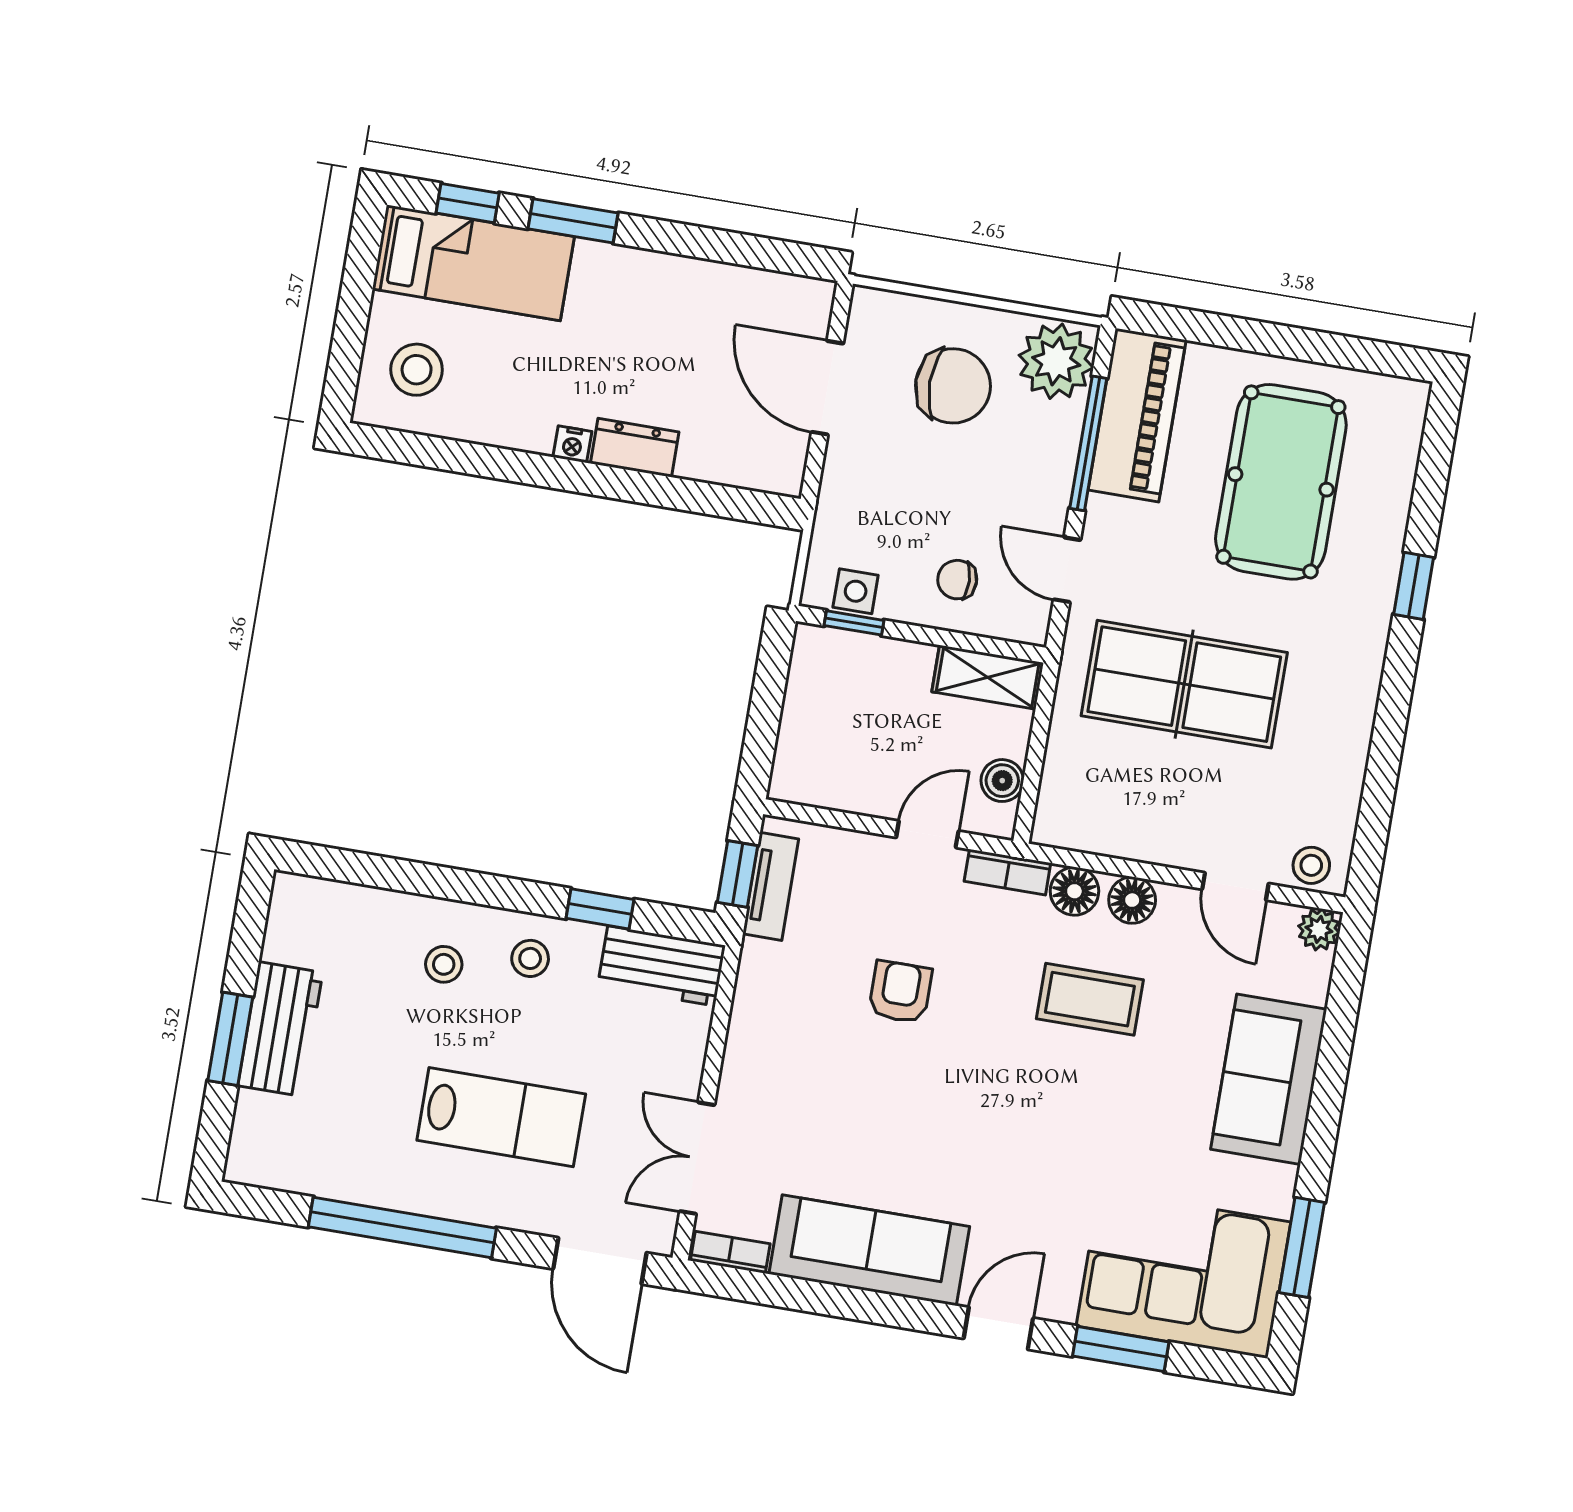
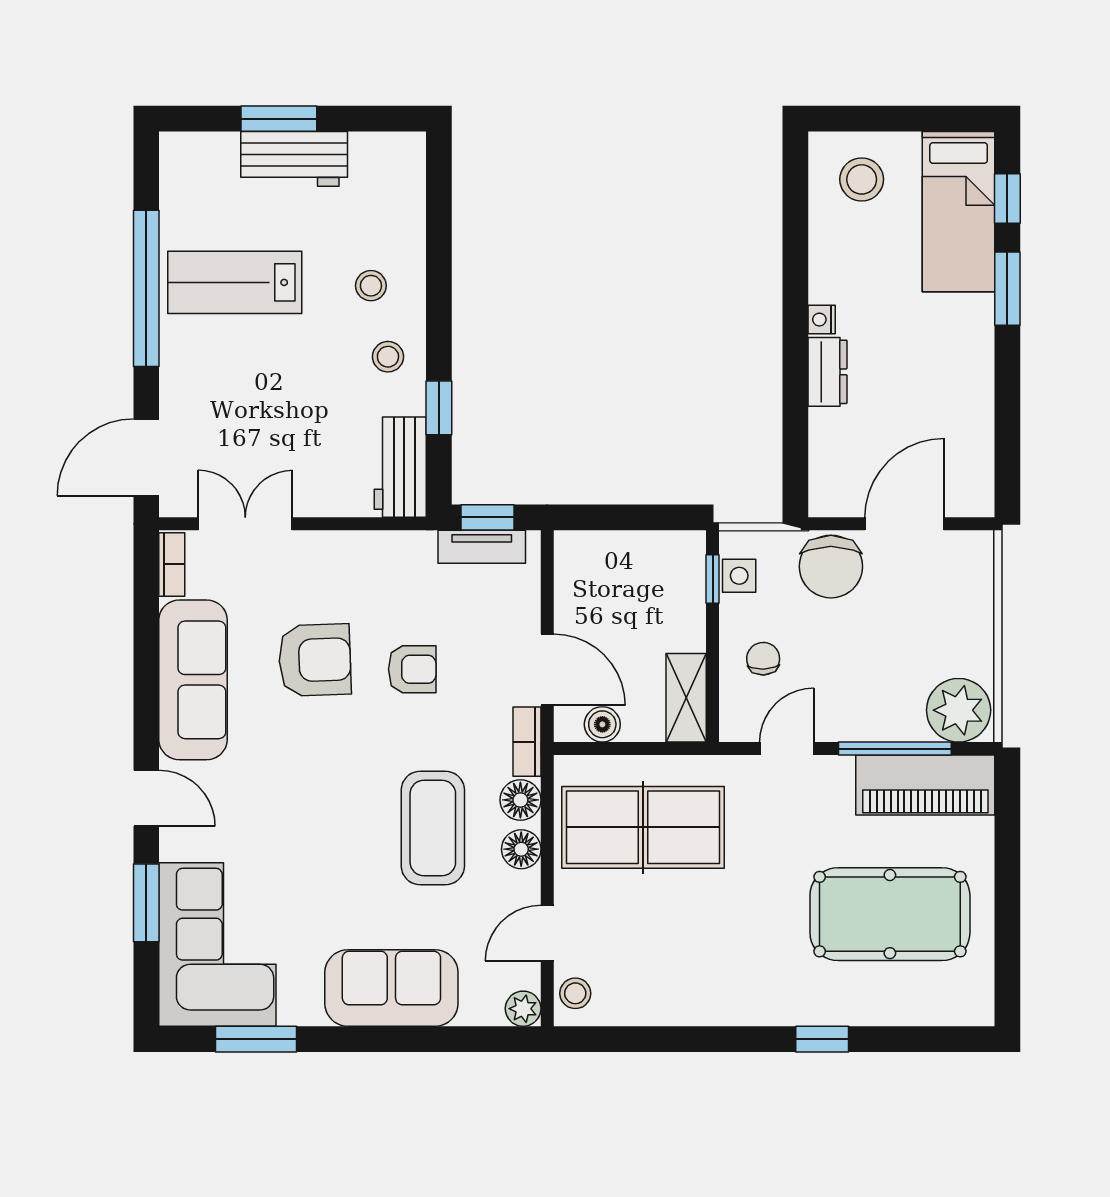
chair: (953, 386) -> (831, 567), moved
table tennis table: (1184, 684) -> (643, 827), moved, turned 90
door: (927, 834) -> (547, 670), width x1.38
coffee table: (1090, 999) -> (433, 828), width x1.36, depth x1.32
armchair: (870, 1104) -> (315, 660), added
lab bench: (501, 1117) -> (235, 282), moved, turned 90

